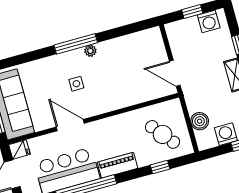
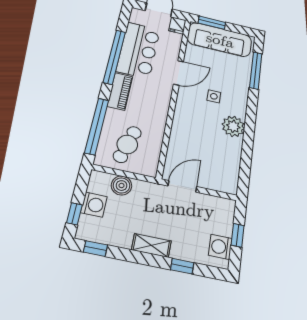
window: (76, 44) -> (256, 70), moved
plant: (90, 51) -> (233, 126), width x1.87, depth x1.87
cafe table: (163, 134) -> (127, 144), turned -35
window: (160, 167) -> (97, 126), width x3.17

